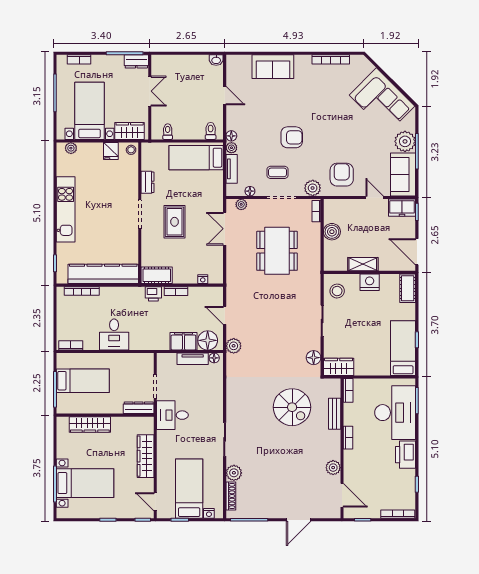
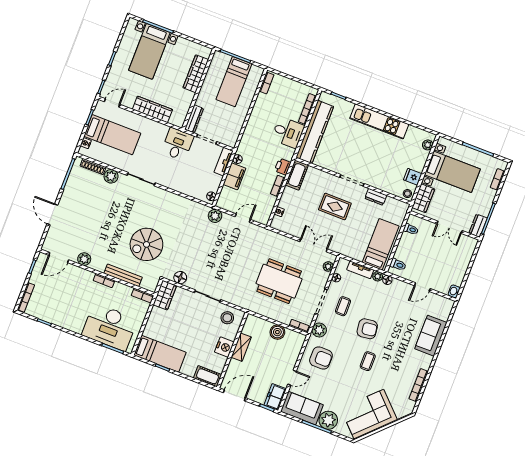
coffee table: (326, 124) -> (368, 361), added
armchair: (292, 137) -> (367, 329), turned -97
desk: (114, 335) -> (288, 133), moved, turned 180
floor lamp: (208, 340) -> (238, 159), moved, width x0.53, depth x0.53
tv unit: (193, 359) -> (224, 162), moved
bench: (335, 414) -> (123, 275), width x1.36
printer: (406, 455) -> (72, 322), removed

